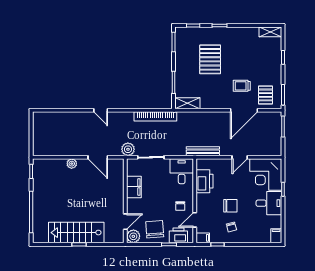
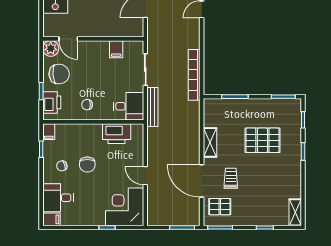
shelving: (187, 103) -> (210, 142), moved
plant: (128, 149) -> (155, 42), removed
bench: (203, 151) -> (152, 107), moved
filing cabinet: (134, 187) -> (116, 49), width x0.50
desk: (269, 203) -> (58, 198), moved, turned 90
door: (195, 220) -> (70, 122), removed

